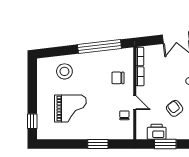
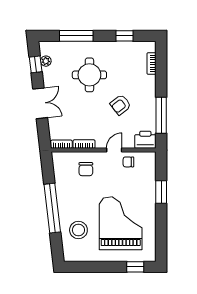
window: (99, 47) -> (52, 208), moved
grand piano: (70, 109) -> (121, 223), width x1.37, depth x1.48
printer: (157, 132) -> (145, 140), moved, turned 90
window: (165, 144) -> (161, 115), width x1.44

